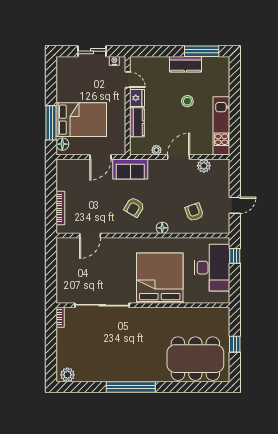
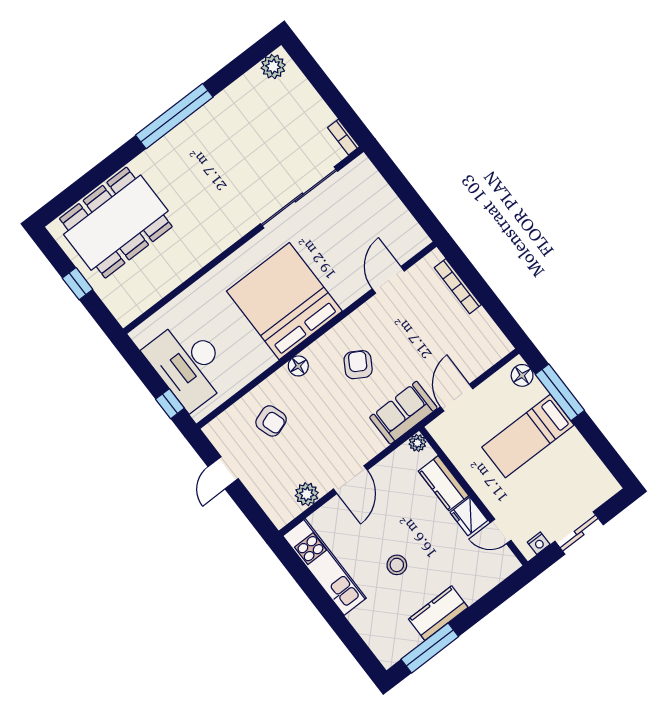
bed: (81, 120) -> (528, 436), width x0.67
plant: (156, 150) -> (417, 443), moved
bed: (160, 278) -> (284, 301), moved, turned 180

